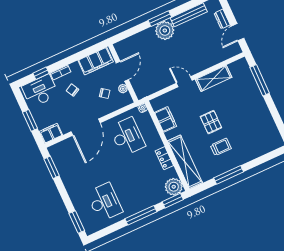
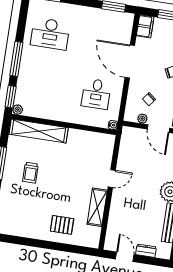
window: (260, 80) -> (68, 248), removed
filing cabinet: (166, 119) -> (89, 139), removed
pallet: (211, 122) -> (62, 225), moved
desk: (127, 137) -> (96, 94), width x0.73
locker: (164, 158) -> (54, 114), removed
plant: (174, 187) -> (18, 110), width x0.53, depth x0.53

